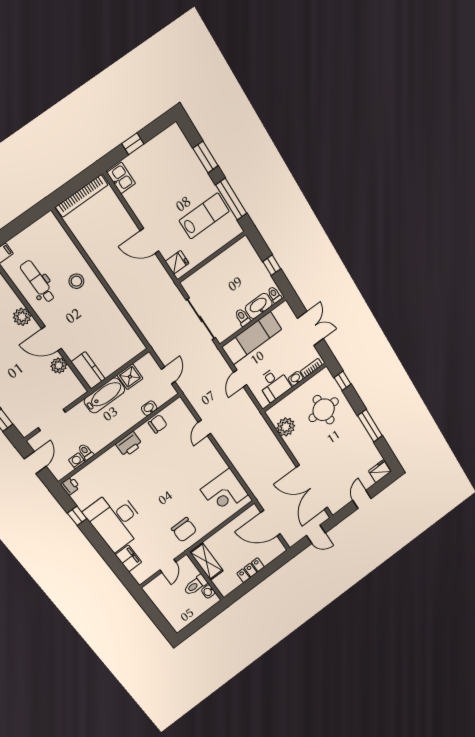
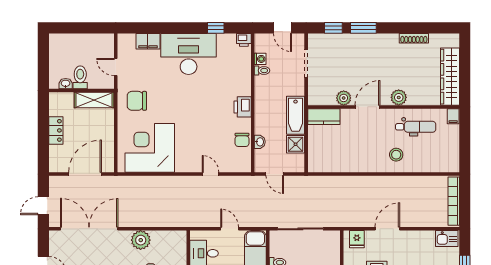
plant: (286, 427) -> (141, 240), moved
corner desk: (225, 492) -> (150, 148), width x1.36, depth x1.36

